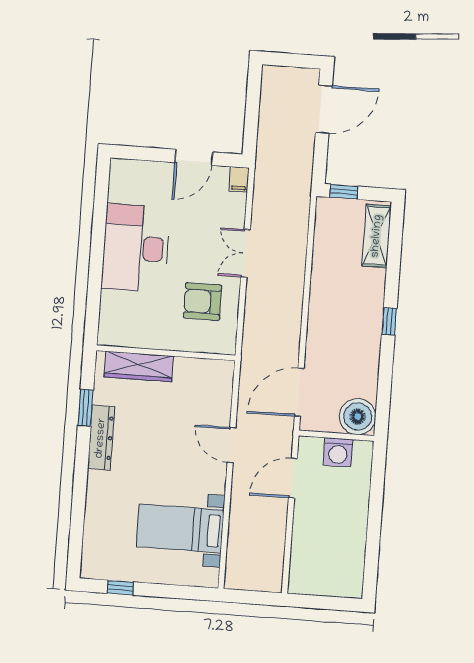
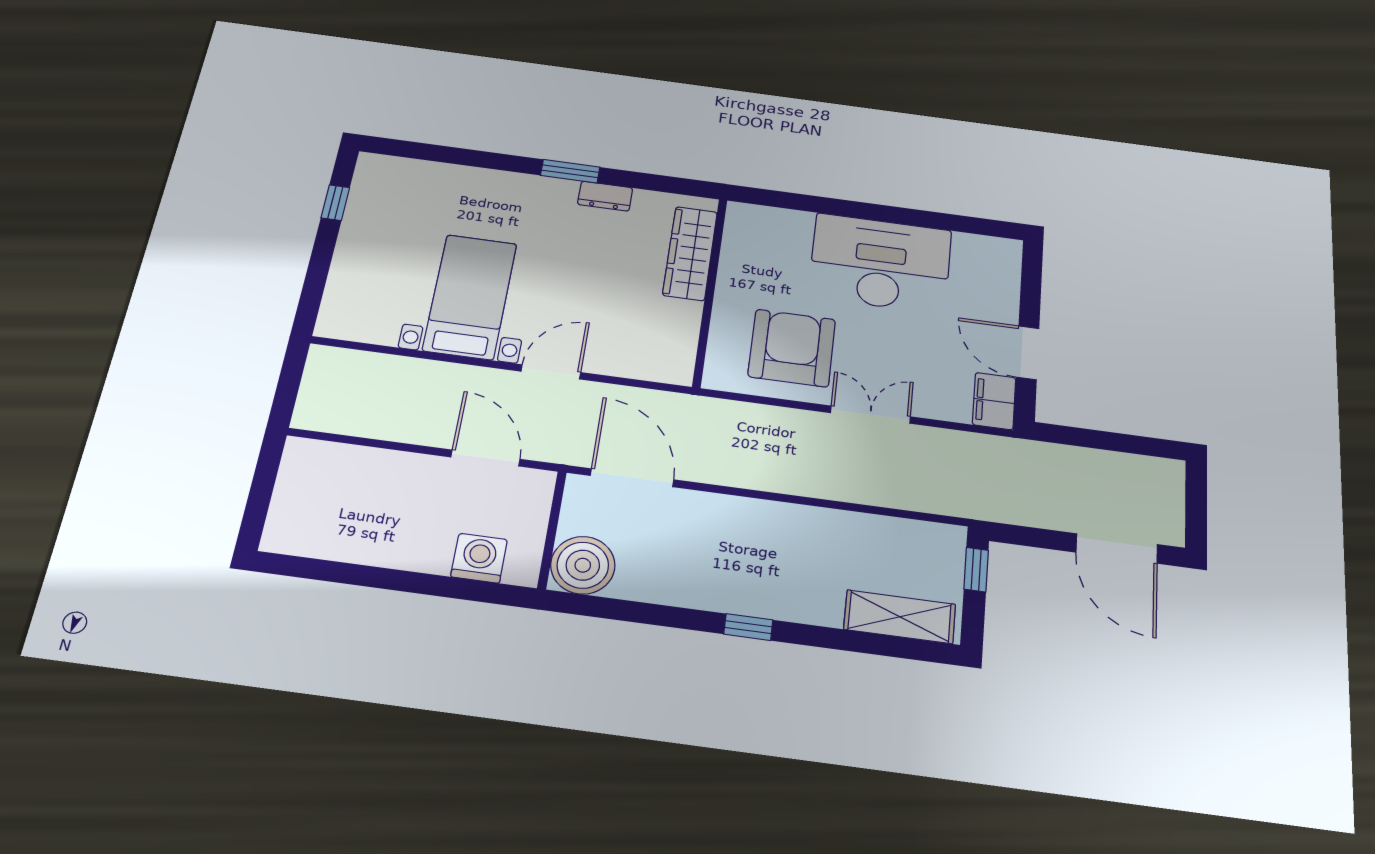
filing cabinet: (239, 179) -> (994, 401), width x2.00
armchair: (203, 302) -> (792, 348), width x1.36, depth x1.36
window: (86, 408) -> (570, 171), moved
dresser: (101, 438) -> (605, 196), width x0.51, depth x0.80
washing machine: (338, 452) -> (479, 558), moved, turned 90
bed with nightstands: (180, 528) -> (470, 297), moved

